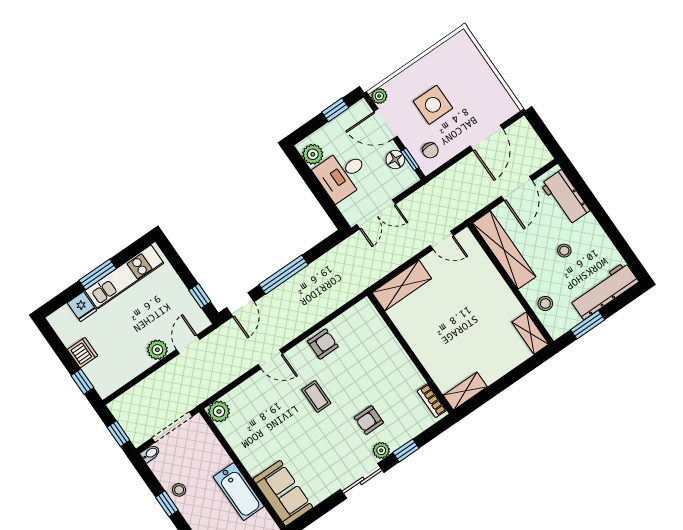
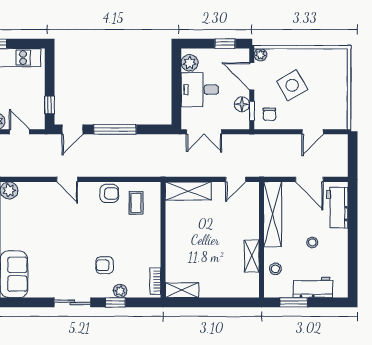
side table: (433, 105) -> (292, 85), turned -30
door: (487, 138) -> (313, 132), width x0.73
door: (517, 188) -> (309, 179), hinge flipped
door: (442, 240) -> (236, 179), hinge flipped
workbench: (604, 291) -> (313, 287), width x0.73
shelving: (530, 333) -> (252, 256), moved
door: (188, 344) -> (19, 132), hinge flipped
coffee table: (316, 396) -> (136, 203), moved
plant: (381, 450) -> (120, 291), moved

